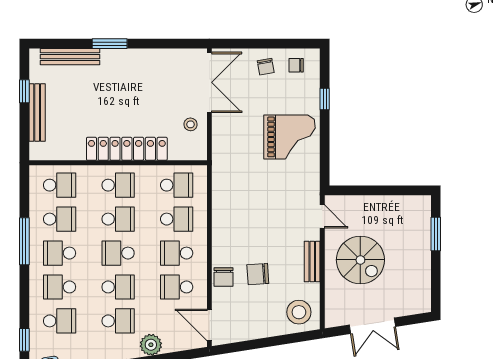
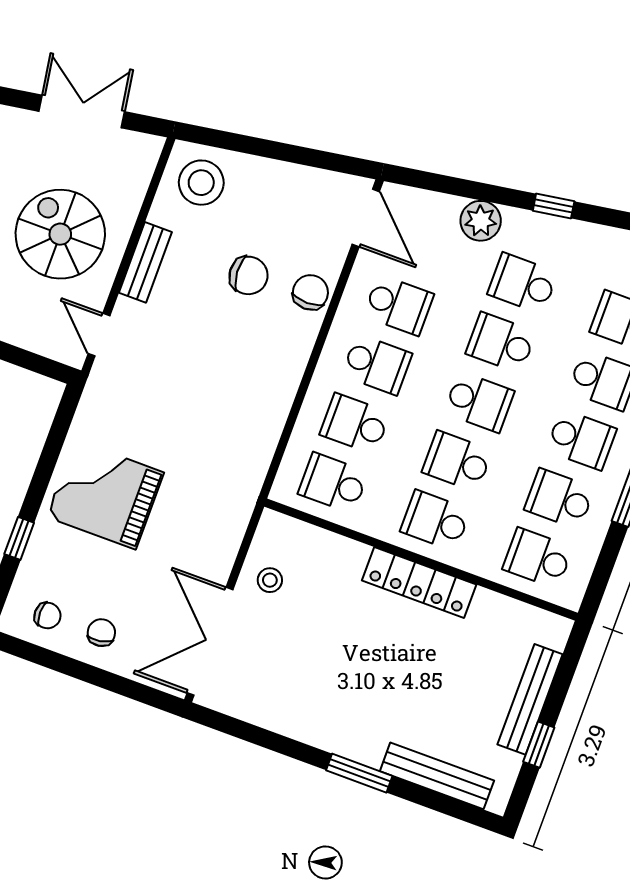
locker: (127, 149) -> (419, 583), width x0.71, depth x0.83

